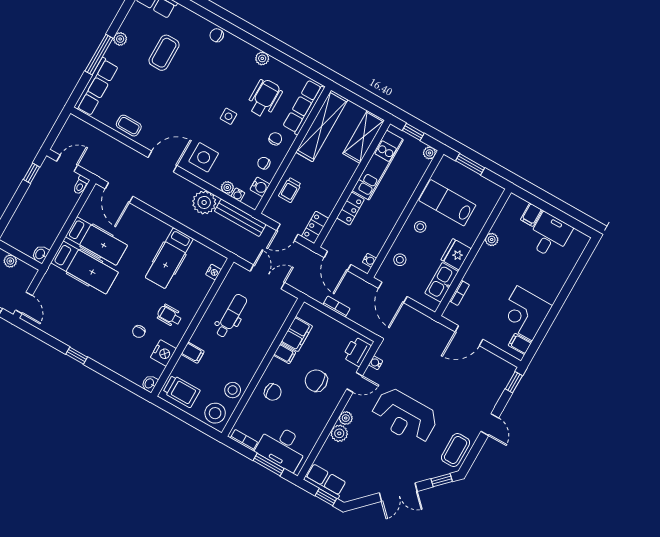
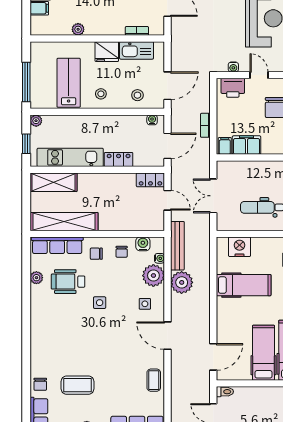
chair: (217, 35) -> (40, 384), moved
plant: (262, 58) -> (36, 278), moved
side table: (204, 157) -> (145, 304), width x0.54, depth x0.54
window: (470, 164) -> (26, 82), width x1.44
plant: (227, 187) -> (153, 276), width x1.87, depth x1.87
trolley: (290, 190) -> (132, 218), removed
lab bench: (447, 203) -> (69, 83), turned 180
nightstand: (213, 272) -> (240, 247), width x1.89, depth x1.79
filing cabinet: (285, 354) -> (225, 146), moved

